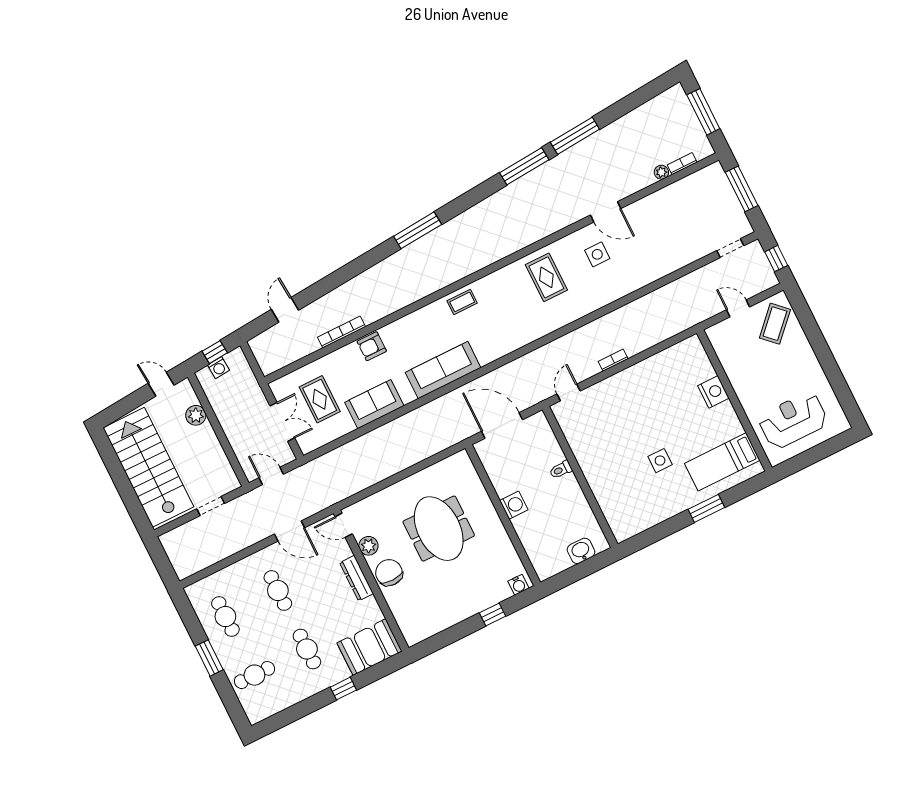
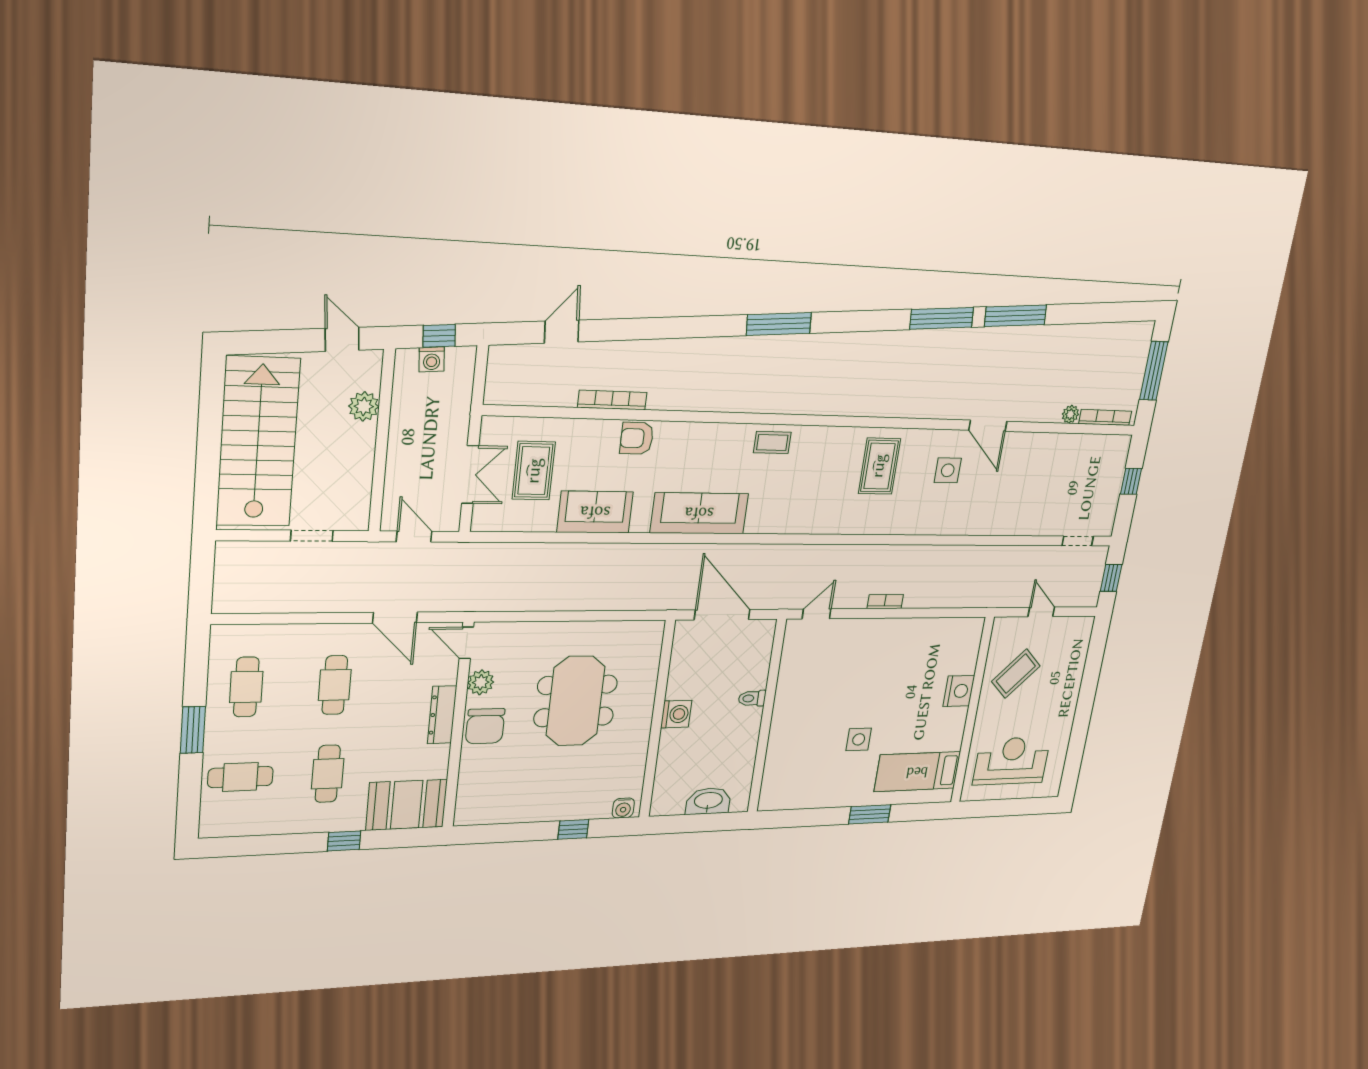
bookcase: (682, 164) -> (1105, 417), width x1.56
window: (742, 189) -> (1131, 481), width x0.46
coffee table: (775, 324) -> (1016, 674), moved
washbasin: (581, 551) -> (708, 801), width x1.38
chair: (389, 573) -> (485, 726), turned 180

